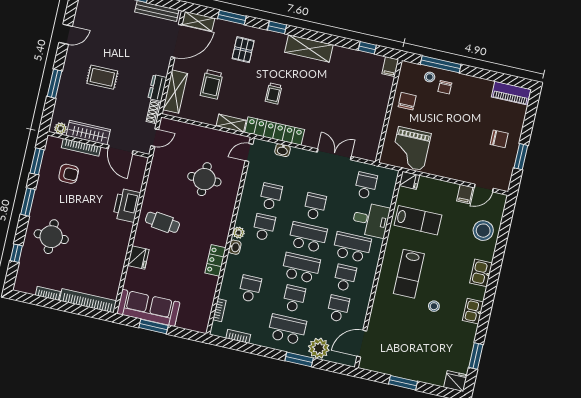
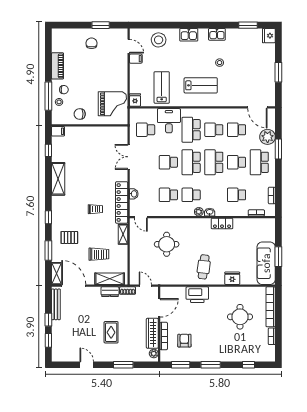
shelving: (309, 48) -> (58, 179), moved
piano: (511, 93) -> (57, 66), moved
round table: (51, 237) -> (240, 317), moved

